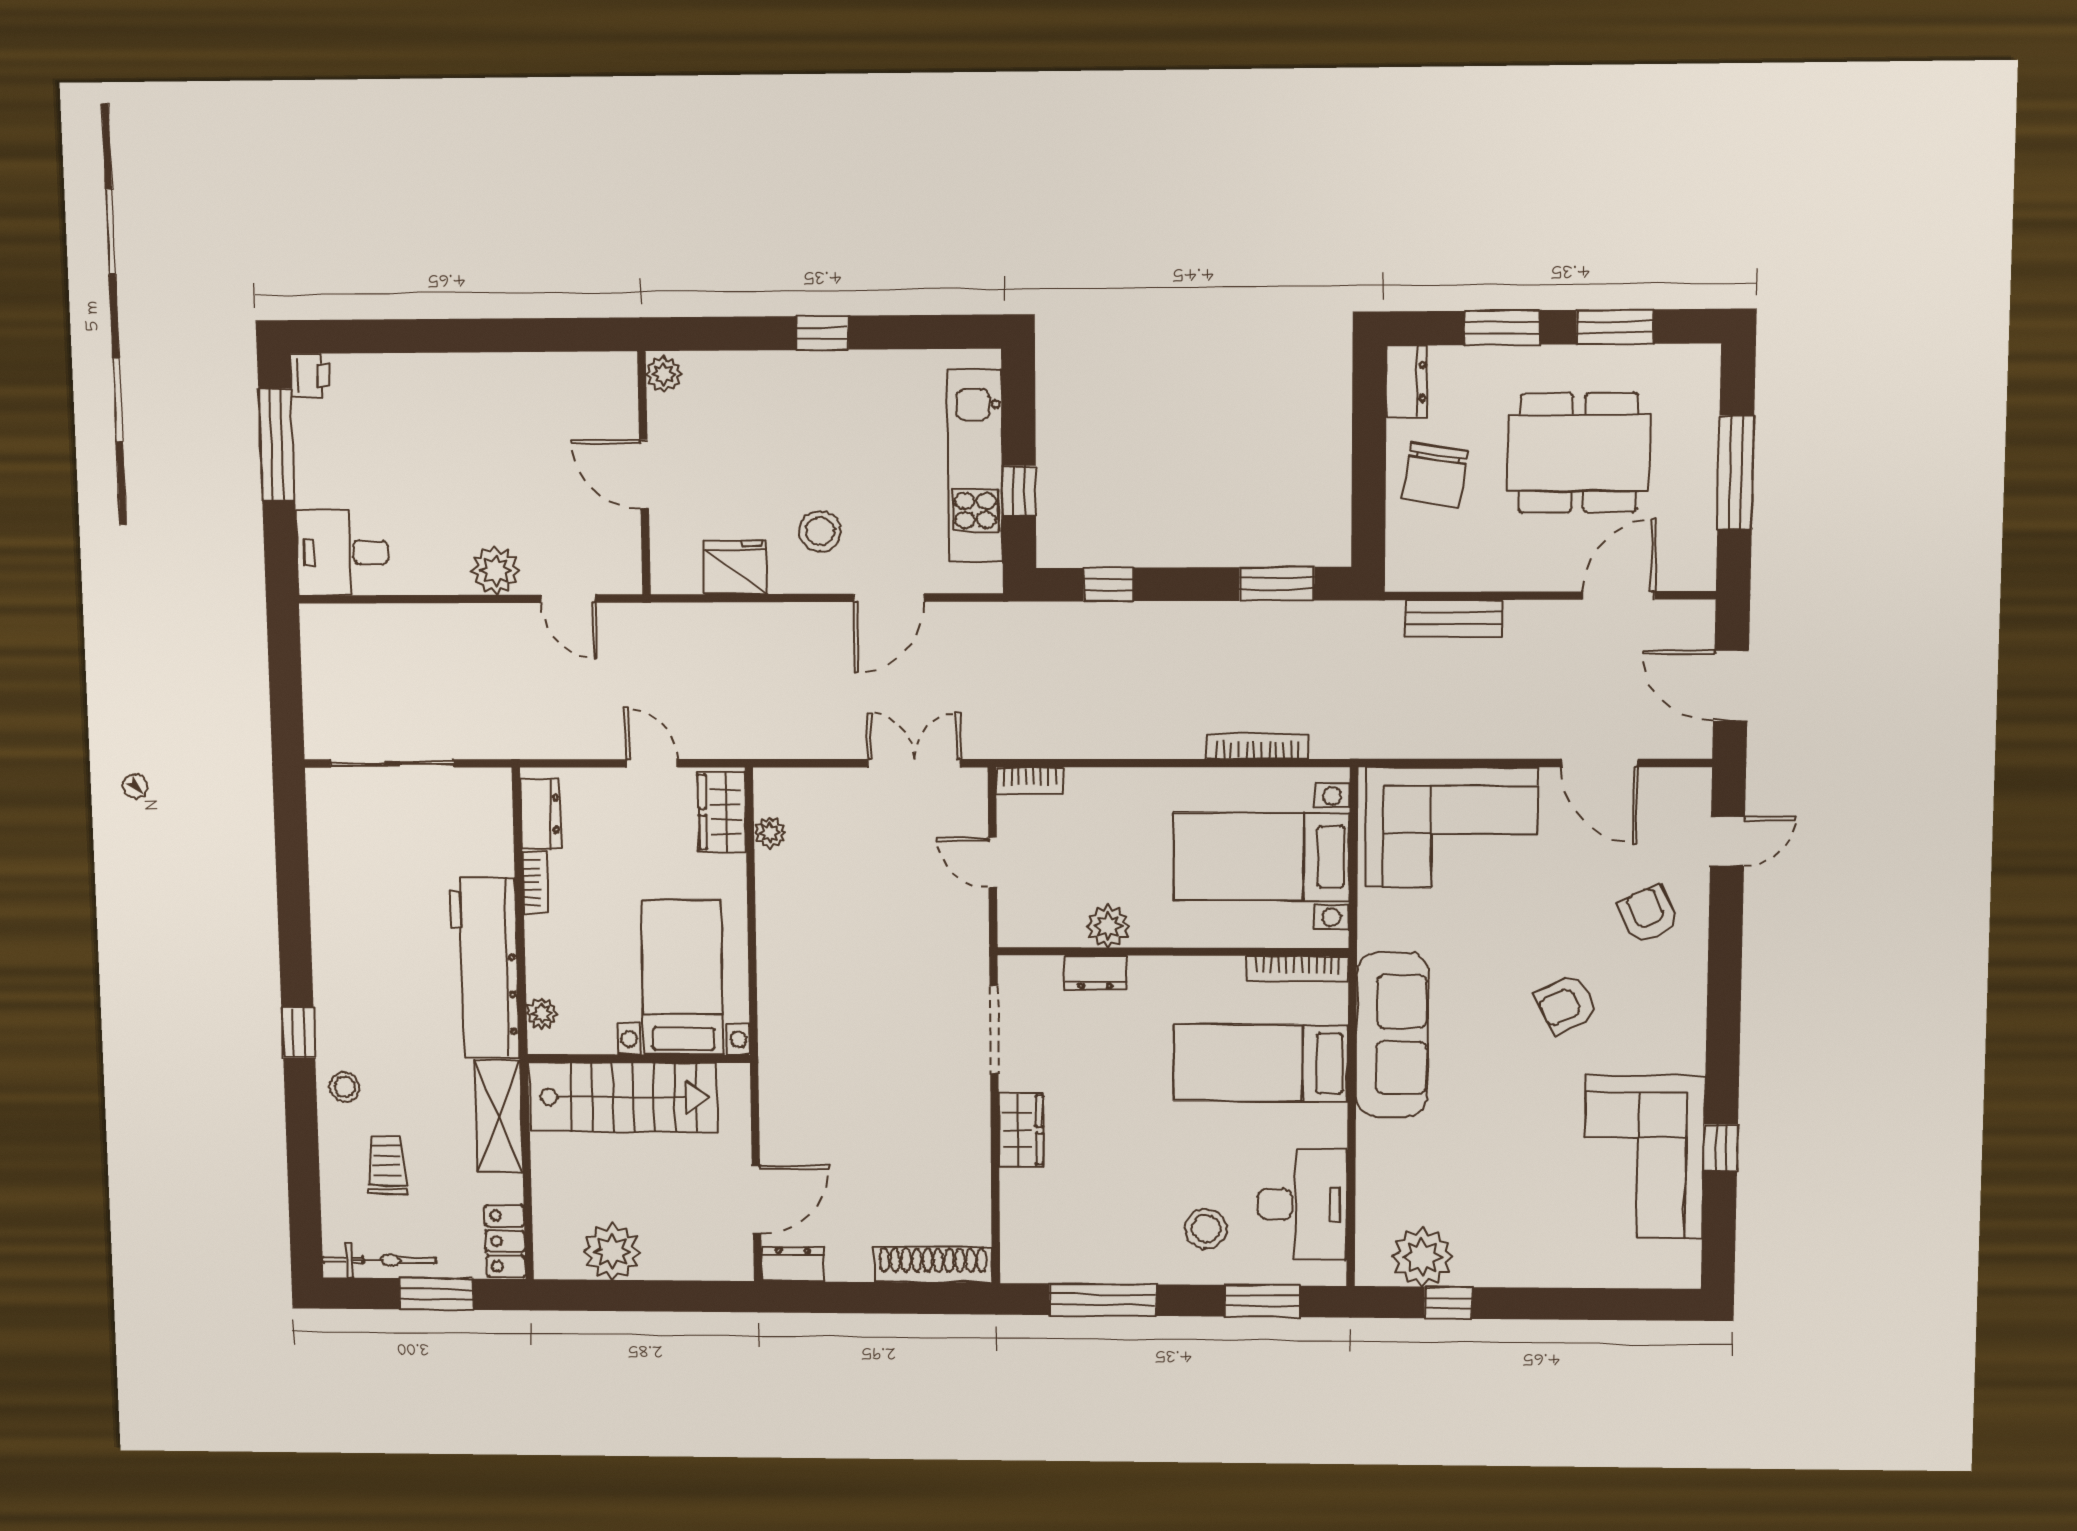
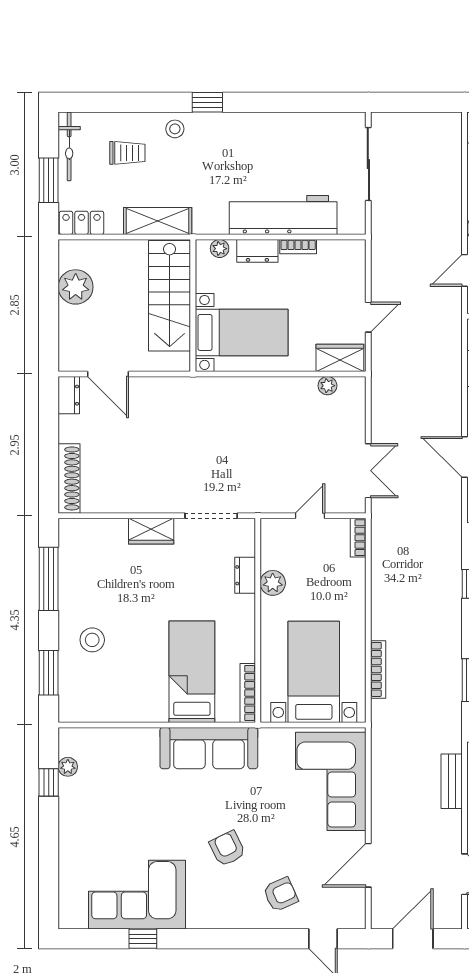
dresser: (541, 814) -> (257, 251), moved
workbench: (484, 967) -> (283, 215), moved
desk: (1302, 1204) -> (107, 696), removed
plant: (1422, 1257) -> (68, 767), width x0.53, depth x0.53

